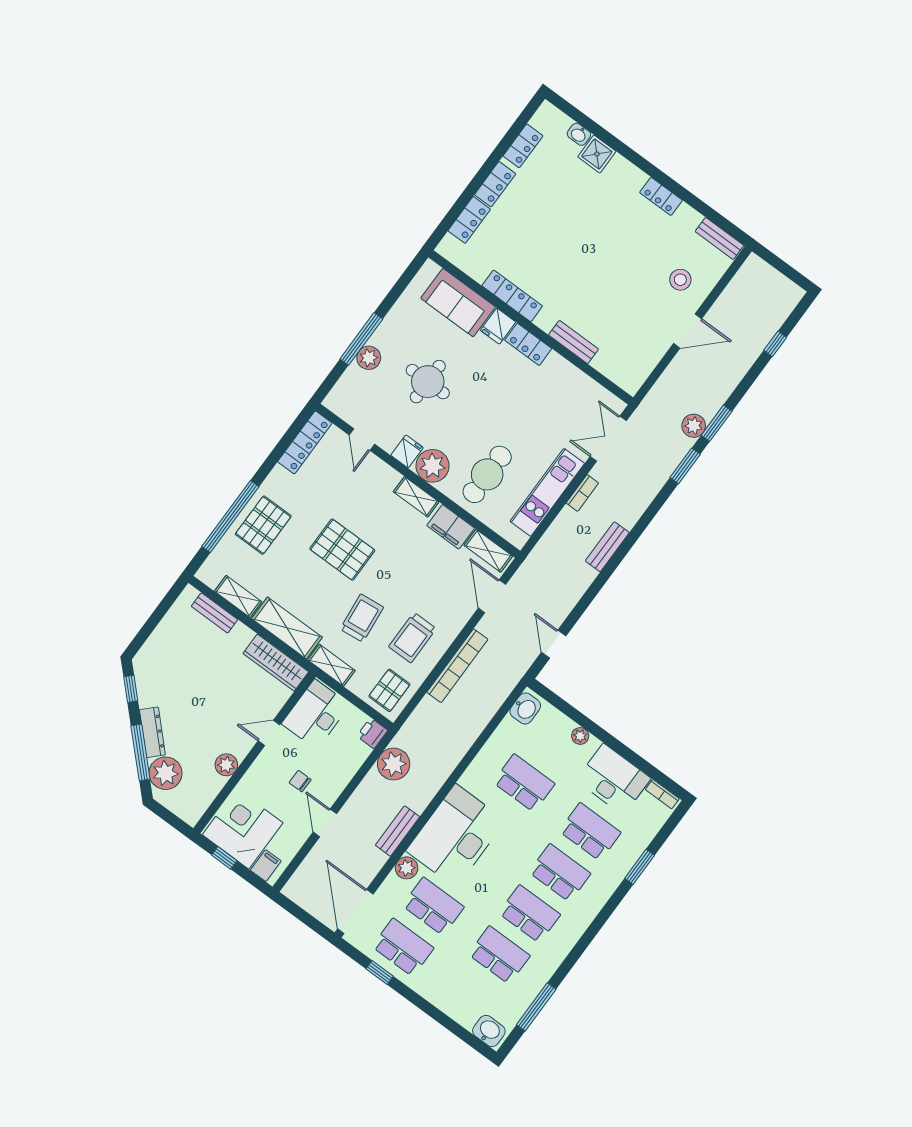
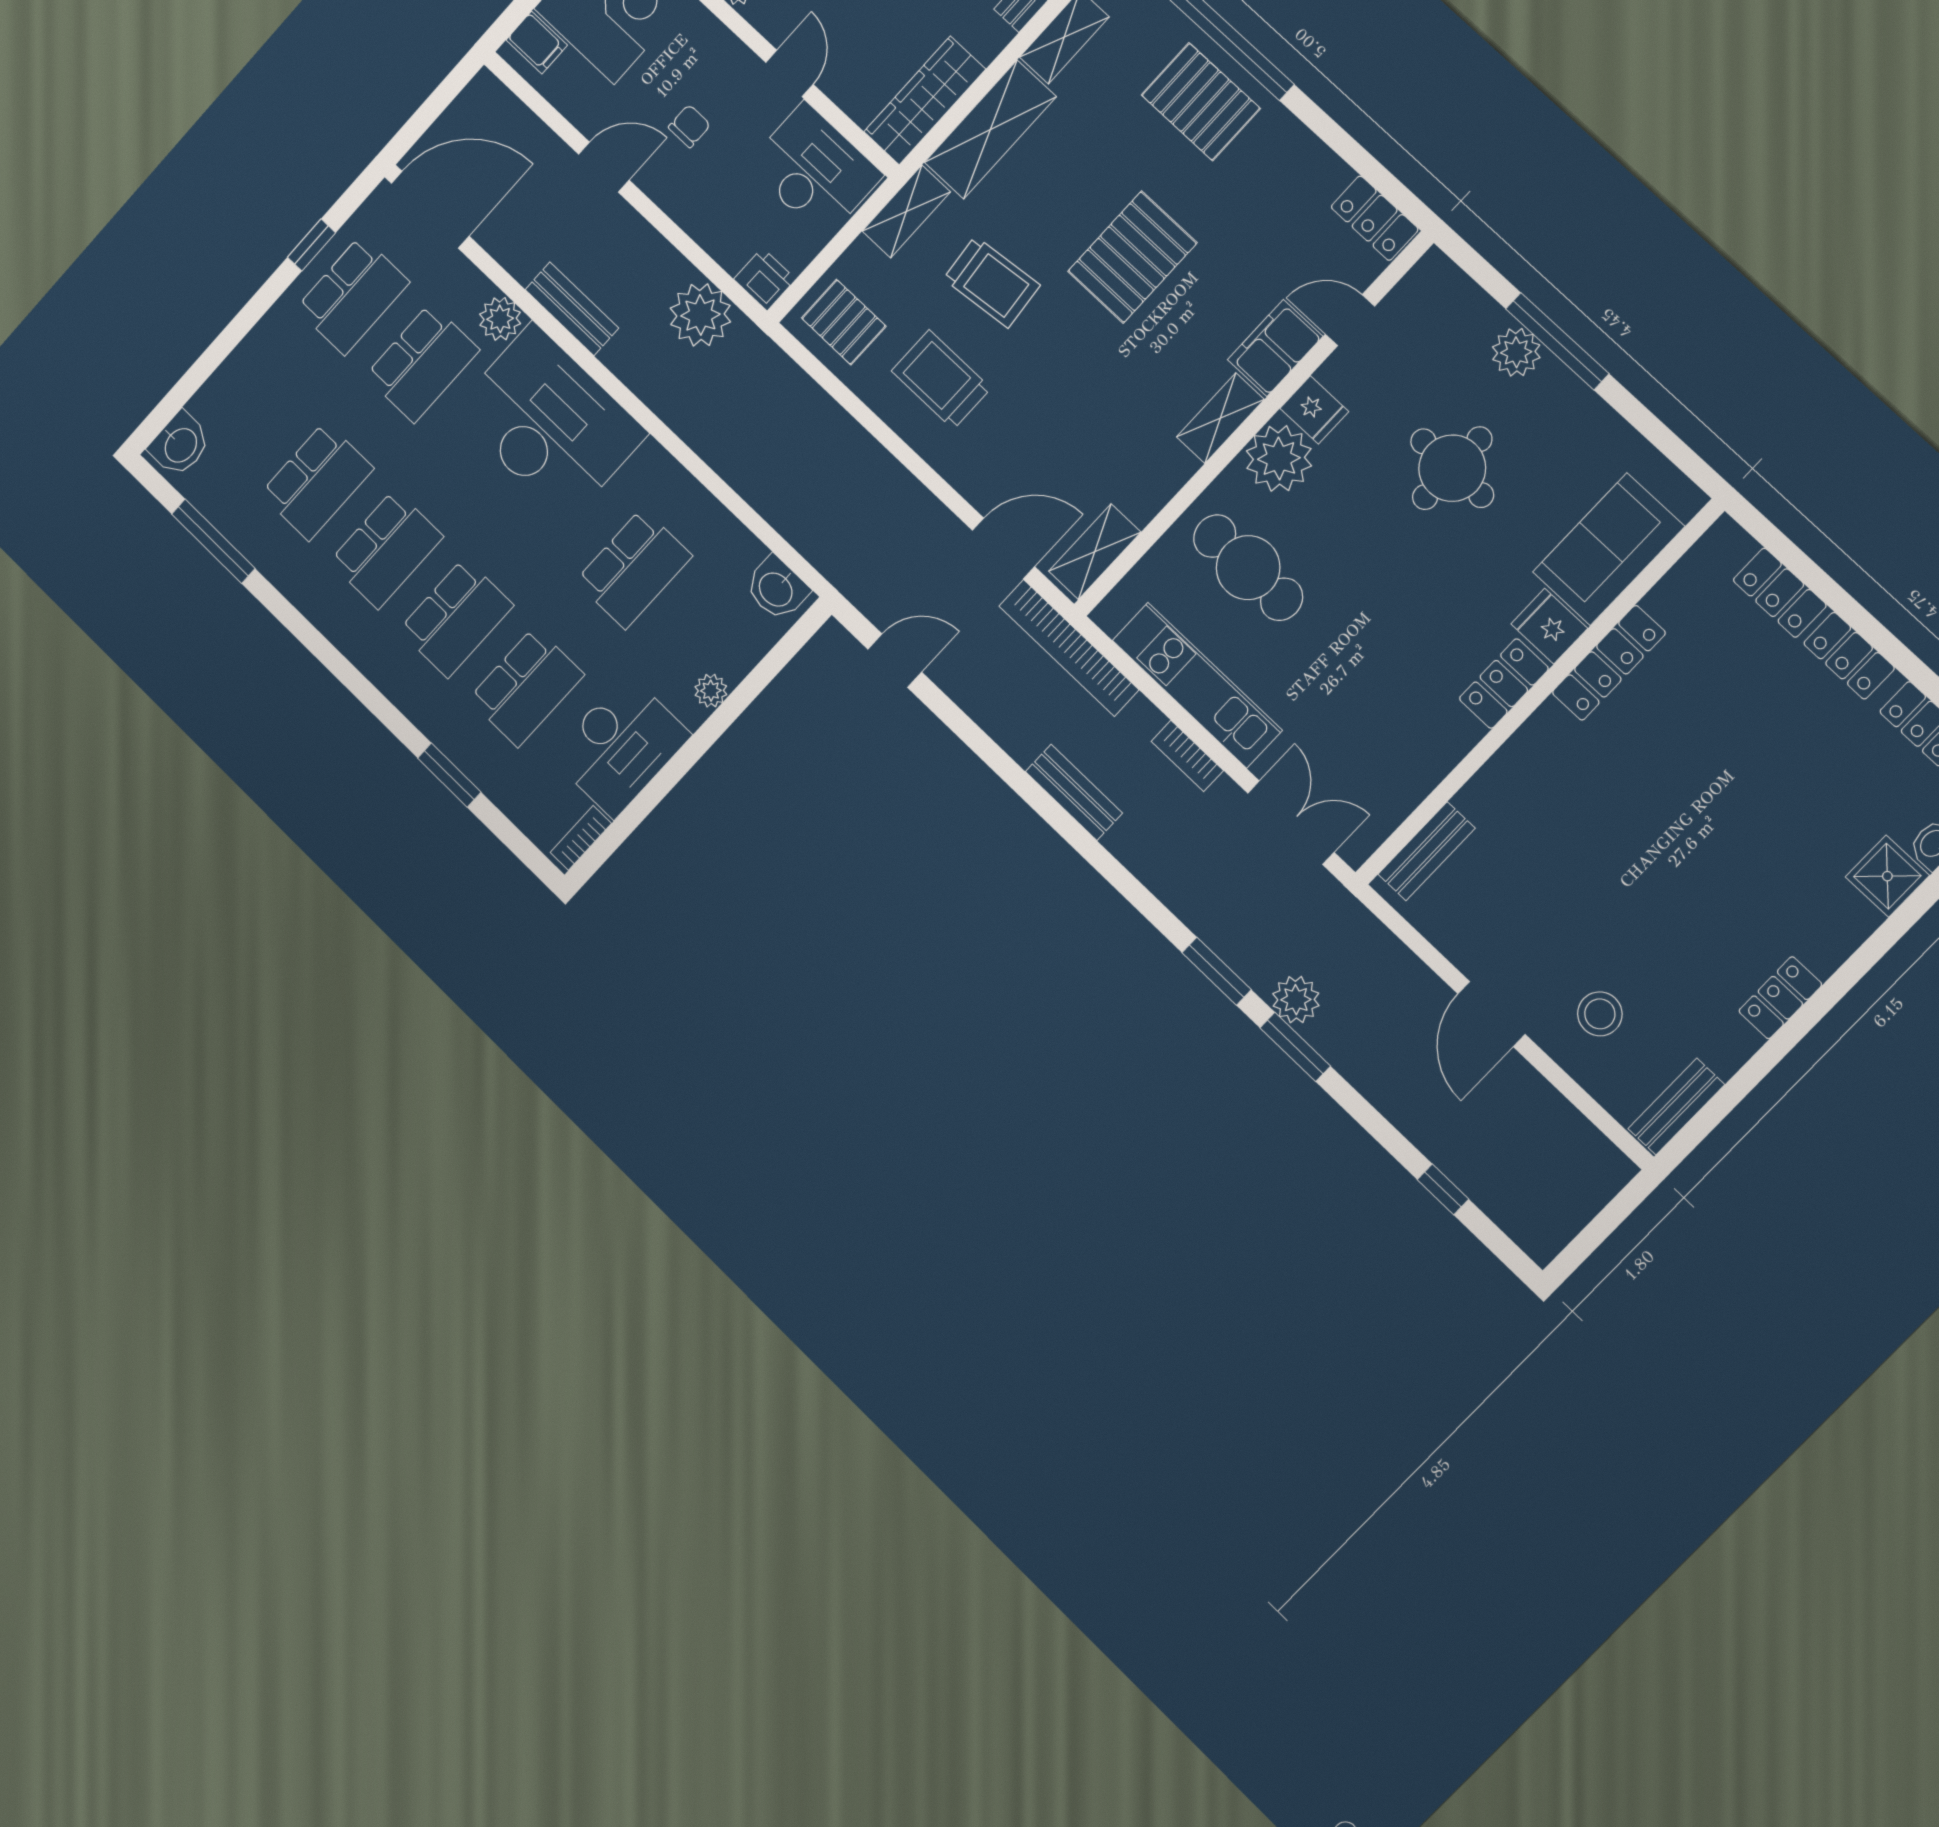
bench: (574, 342) -> (1427, 851), moved
locker: (305, 442) -> (1375, 218), width x0.66
filing cabinet: (451, 527) -> (1275, 348), moved
bookcase: (457, 666) -> (1069, 648), moved

